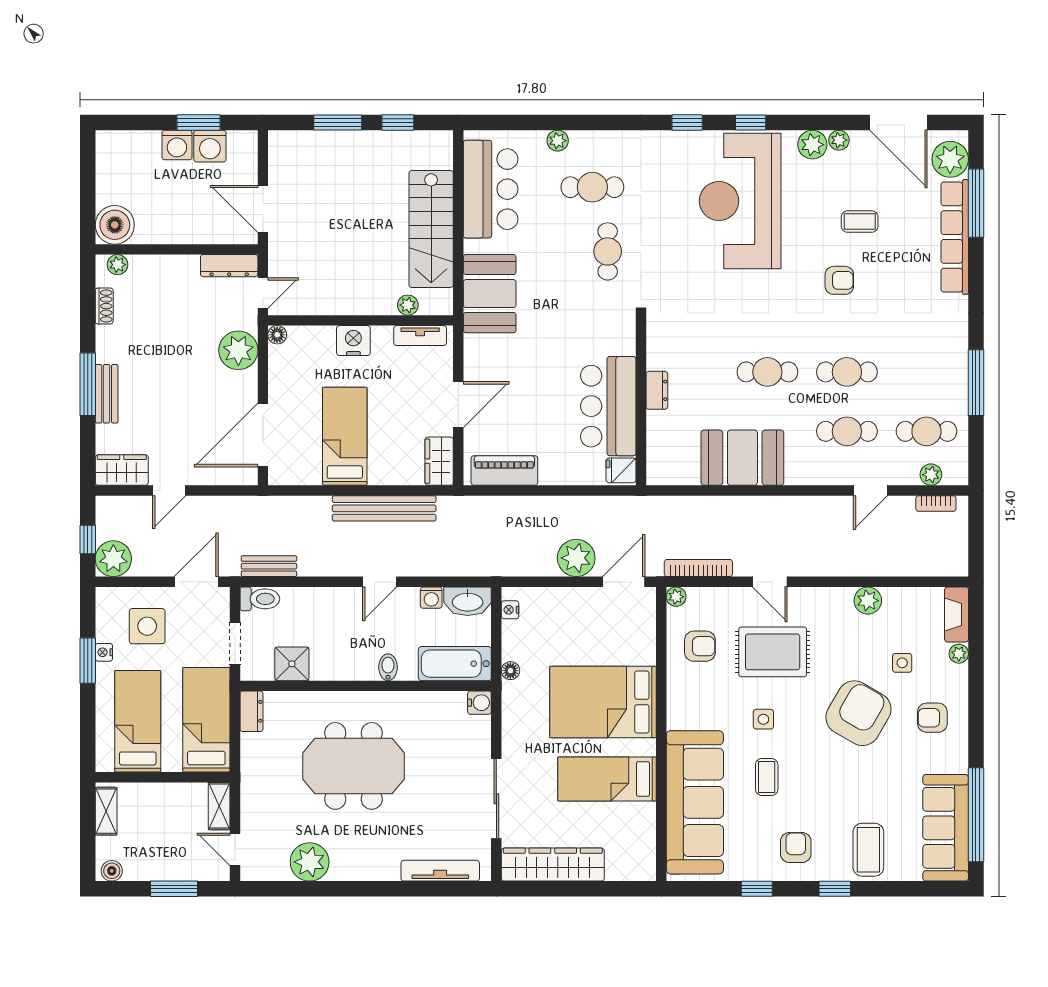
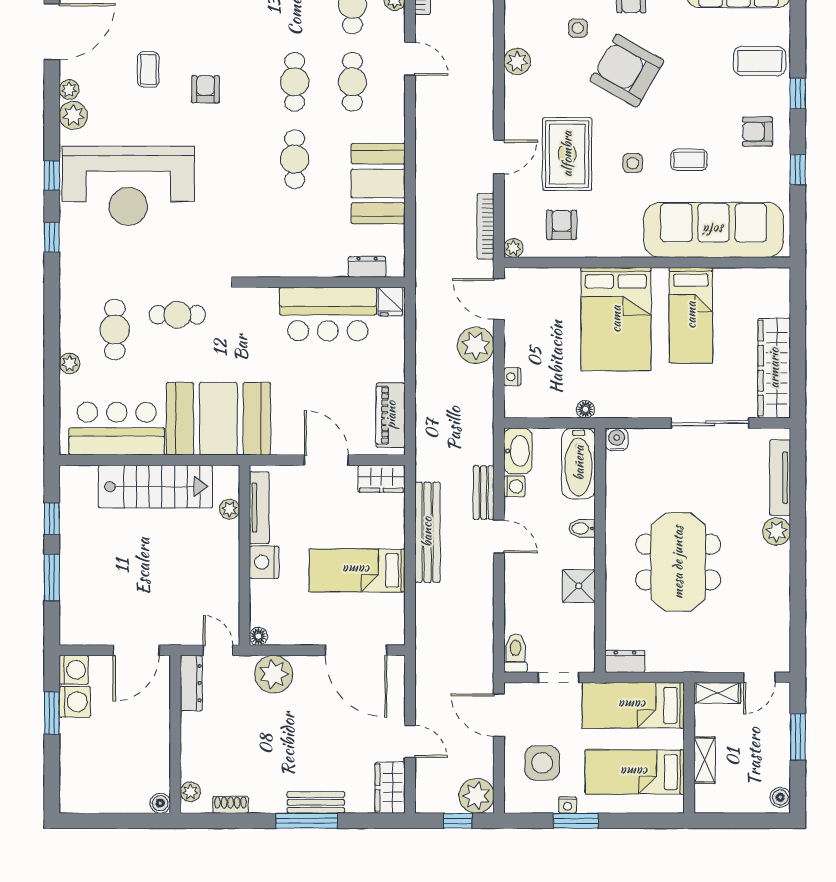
washing machine: (177, 145) -> (74, 670), moved
boiler: (115, 225) -> (160, 803), width x0.54, depth x0.54
booth: (490, 294) -> (218, 419), width x1.36, depth x1.42
tv unit: (420, 336) -> (259, 508), width x1.41
dresser: (657, 390) -> (367, 267), moved
bench: (269, 566) -> (484, 493), moved
nightstand: (510, 610) -> (512, 377), moved, turned 90
shower: (292, 664) -> (579, 586), moved
shelving: (106, 811) -> (705, 760), moved, turned 90
plant: (310, 862) -> (777, 531), moved, width x0.73, depth x0.73

